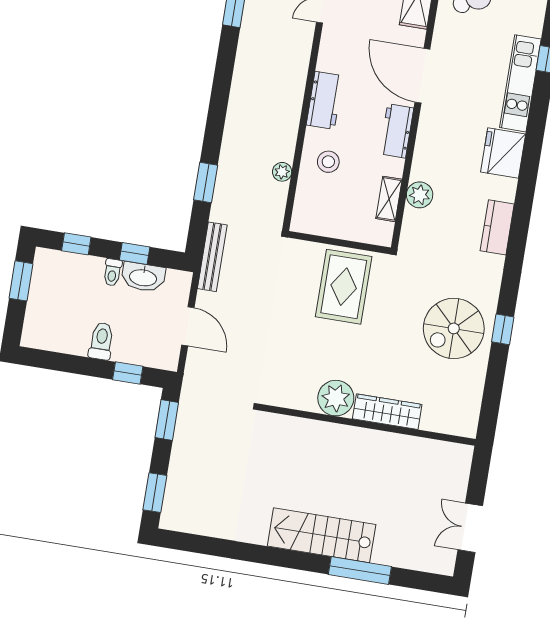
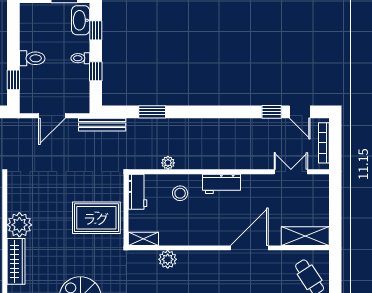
workbench: (397, 131) -> (138, 192), moved, turned 90
shelving: (389, 199) -> (143, 239), moved
washbasin: (143, 277) -> (81, 20), moved

